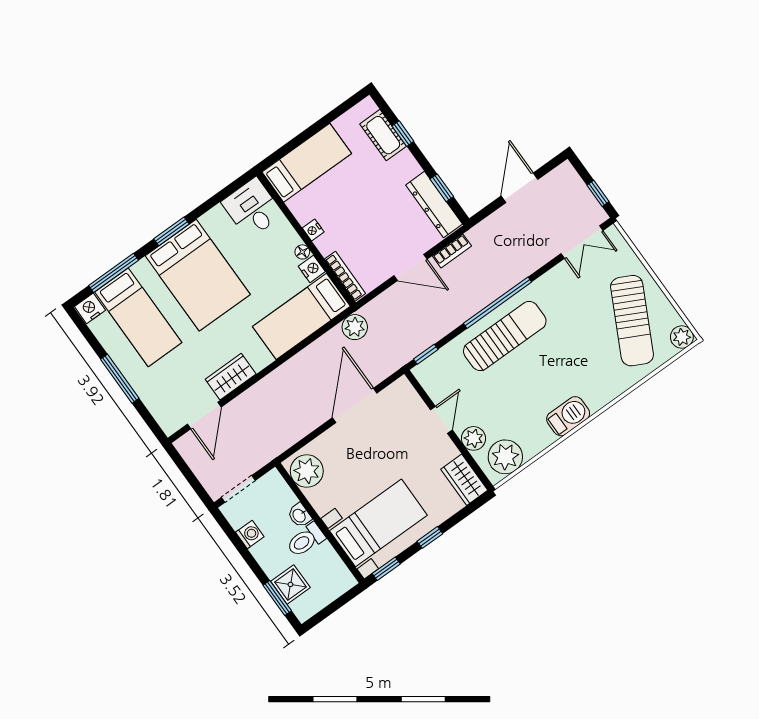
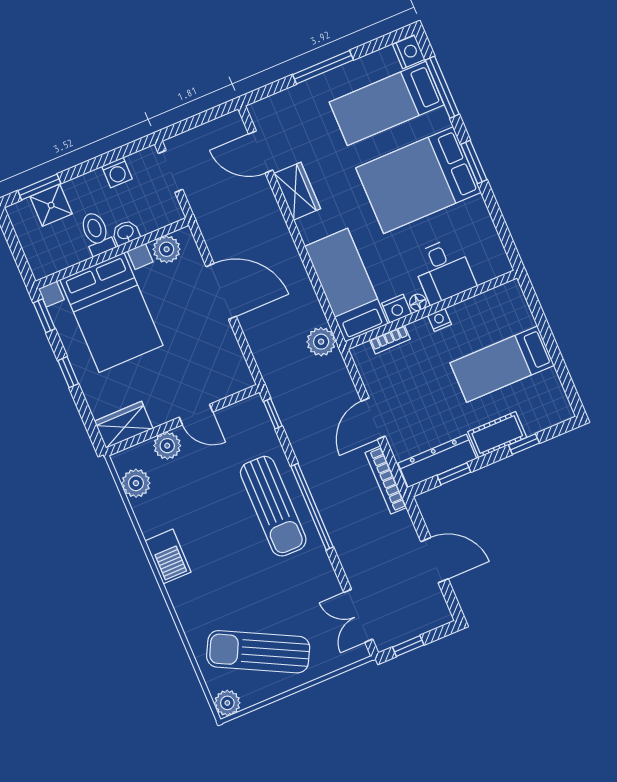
cot: (383, 135) -> (497, 435), moved
bed: (307, 163) -> (502, 364), moved, turned 90
desk: (252, 208) -> (443, 271), moved, turned 90
bookcase: (452, 251) -> (386, 480), width x1.56
bookcase: (345, 276) -> (390, 340), width x0.64
door: (355, 405) -> (221, 291), moved
plant: (505, 457) -> (136, 483), width x0.73, depth x0.73
plant: (307, 471) -> (167, 249), width x0.73, depth x0.73
bed with nightstands: (378, 523) -> (111, 313), width x1.36

